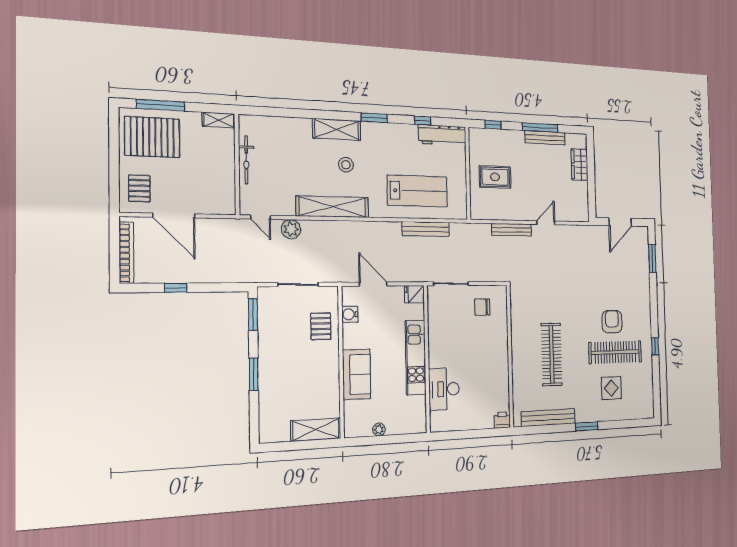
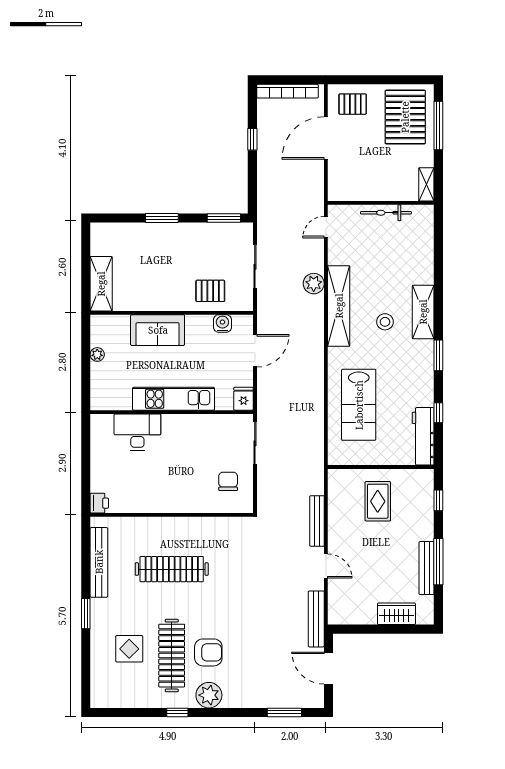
plant: (291, 229) -> (314, 284), moved
bench: (426, 229) -> (316, 619), moved
plant: (642, 320) -> (209, 695), added

